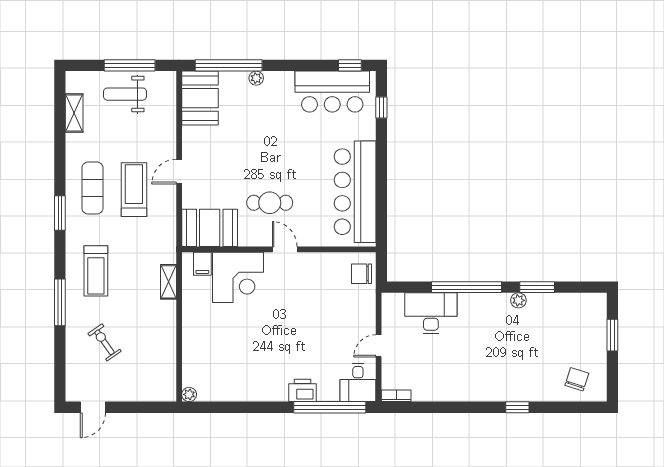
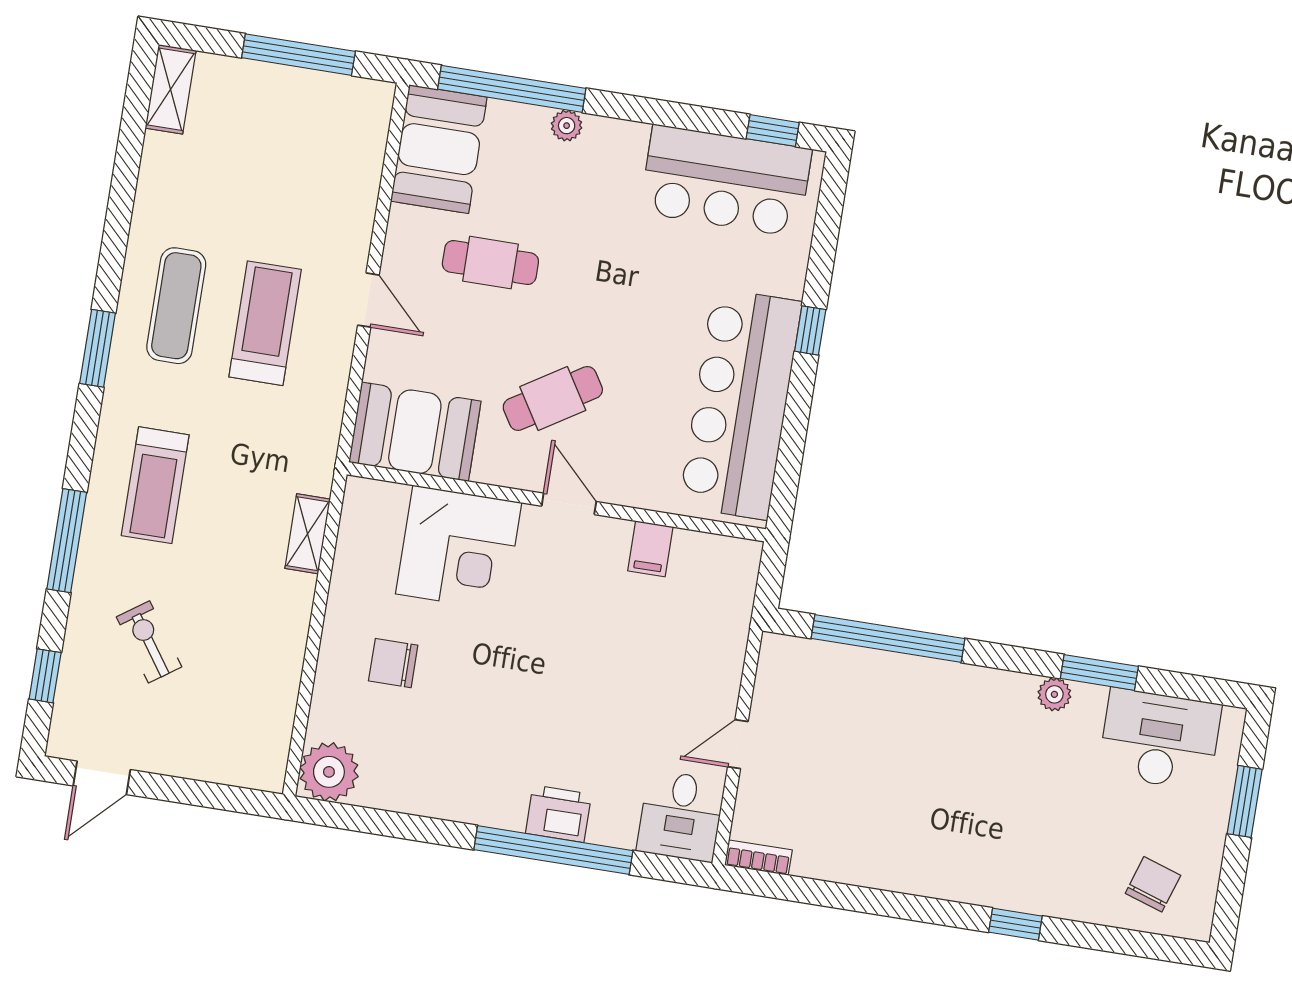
weight bench: (125, 94) -> (279, 115), removed
window: (381, 108) -> (810, 330), moved
shelving: (74, 113) -> (171, 89), moved
cafe table: (232, 146) -> (490, 263), added
door: (179, 172) -> (368, 300), swing flipped
cafe table: (270, 203) -> (553, 398), turned -32
filing cabinet: (202, 264) -> (650, 549), moved
chair: (362, 274) -> (393, 663), moved
window: (467, 287) -> (888, 639), moved
desk: (431, 313) -> (1160, 739), moved
window: (60, 365) -> (45, 676), added
plant: (189, 394) -> (329, 772), width x1.88, depth x1.88
window: (330, 407) -> (553, 850), moved

